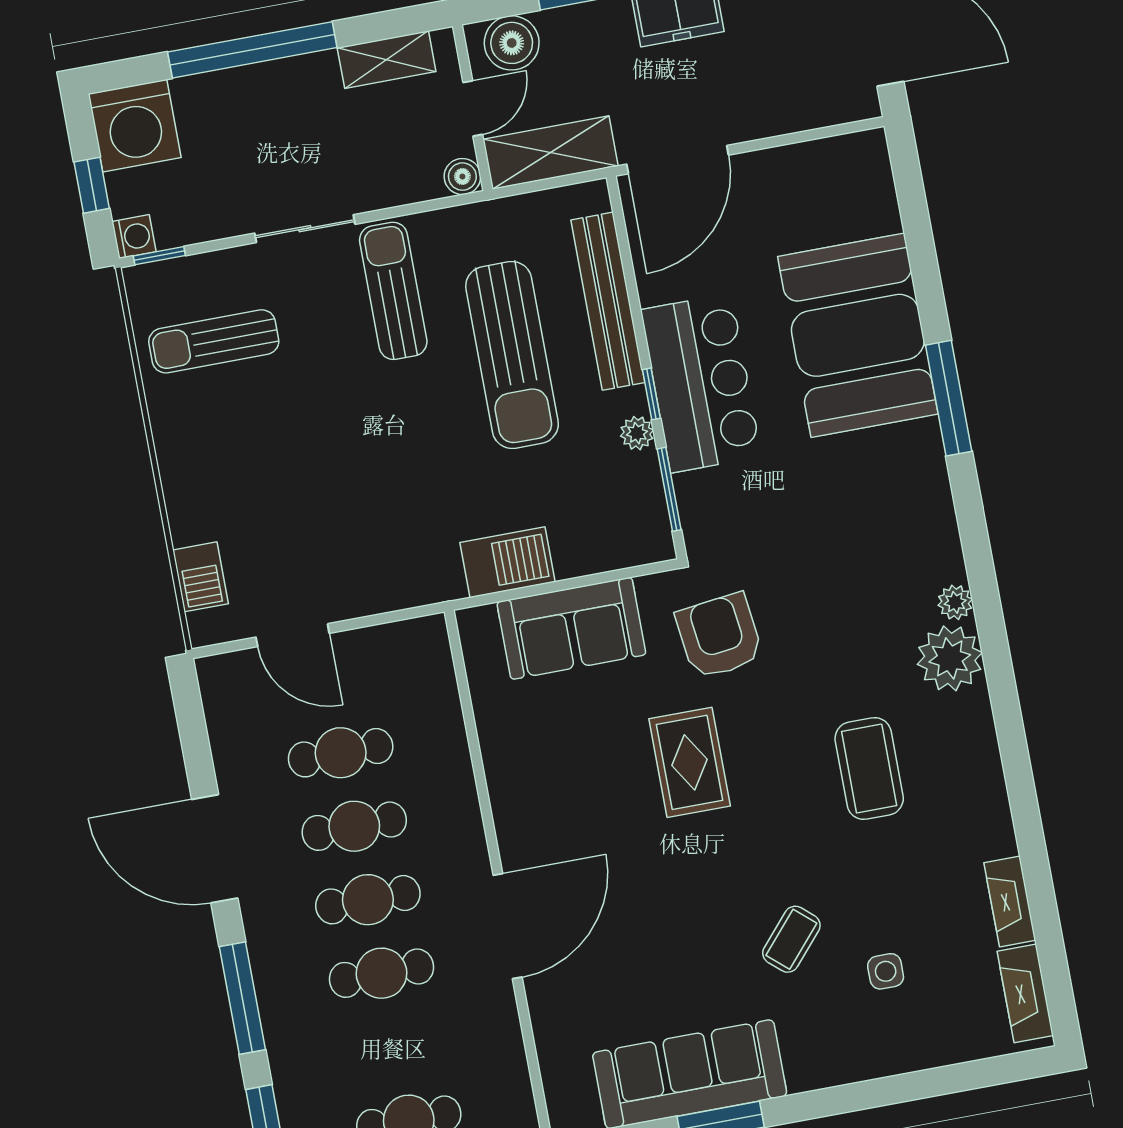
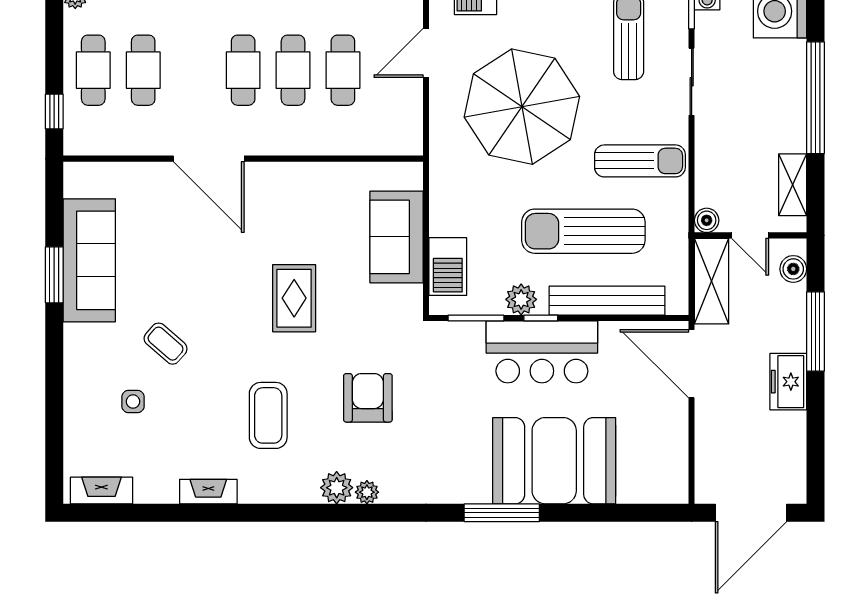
boiler: (512, 43) -> (793, 269), width x0.73, depth x0.73
sliding door: (305, 229) -> (692, 82), moved
plant: (637, 433) -> (521, 299), width x1.38, depth x1.38
parasol: (346, 479) -> (522, 107), added
barbecue: (507, 562) -> (448, 267), moved
armchair: (719, 636) -> (368, 398), moved, turned -83
plant: (950, 658) -> (337, 488), width x0.73, depth x0.73
rug: (690, 762) -> (294, 298), turned 90
coffee table: (869, 768) -> (268, 415), turned 90
fireplace: (1010, 901) -> (208, 492), moved
cafe table: (381, 973) -> (143, 70), moved

